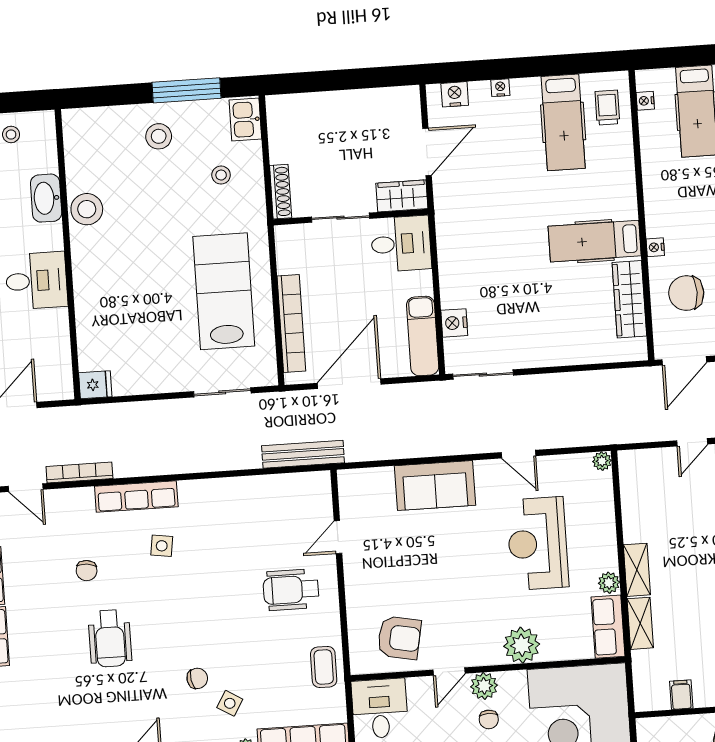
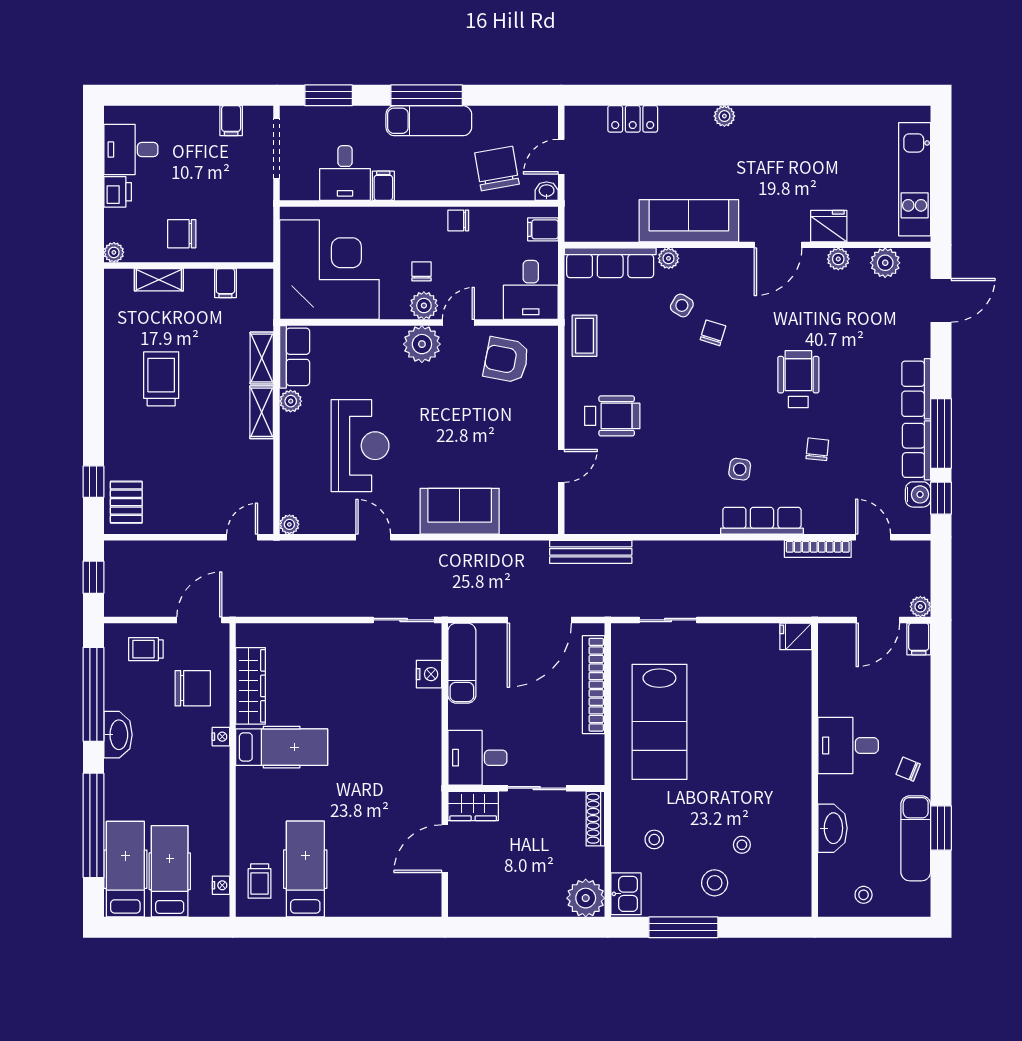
nightstand: (500, 88) -> (366, 908), removed
nightstand: (455, 94) -> (413, 905), removed
plant: (285, 113) -> (586, 898), added
stool: (87, 209) -> (742, 845), moved, width x0.53, depth x0.53
door: (692, 442) -> (242, 537), moved
plant: (522, 645) -> (422, 344), moved
chair: (197, 678) -> (713, 333), turned 117

